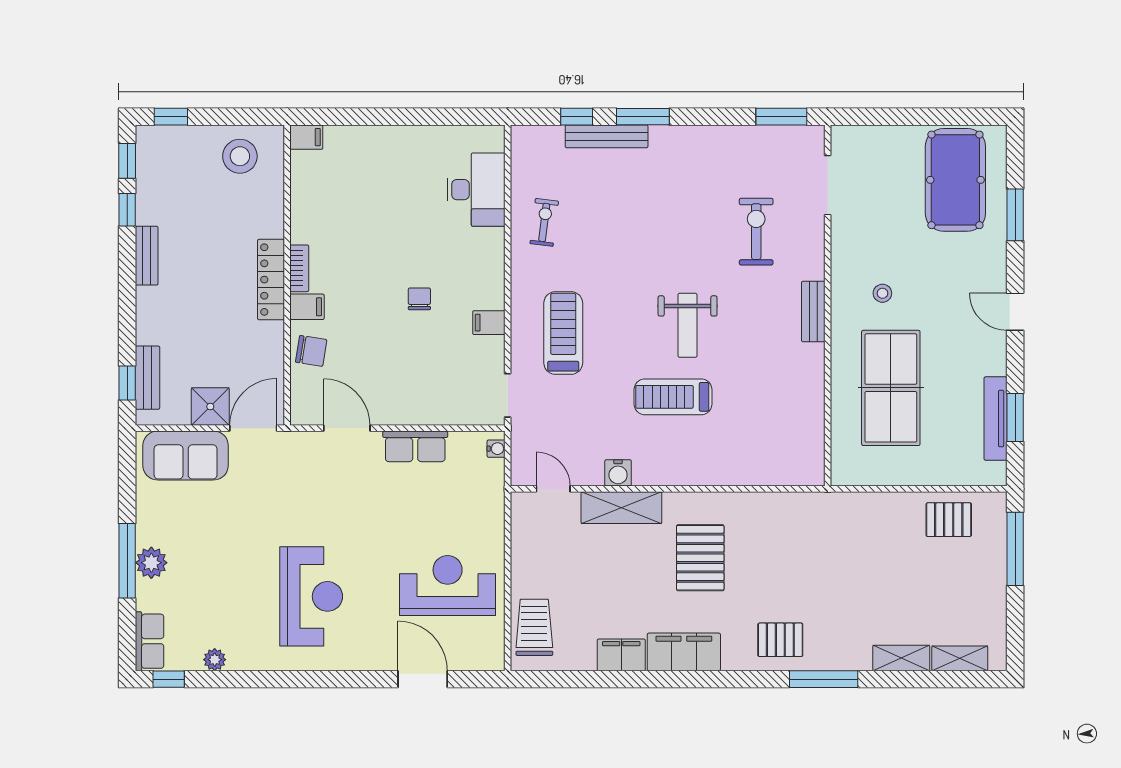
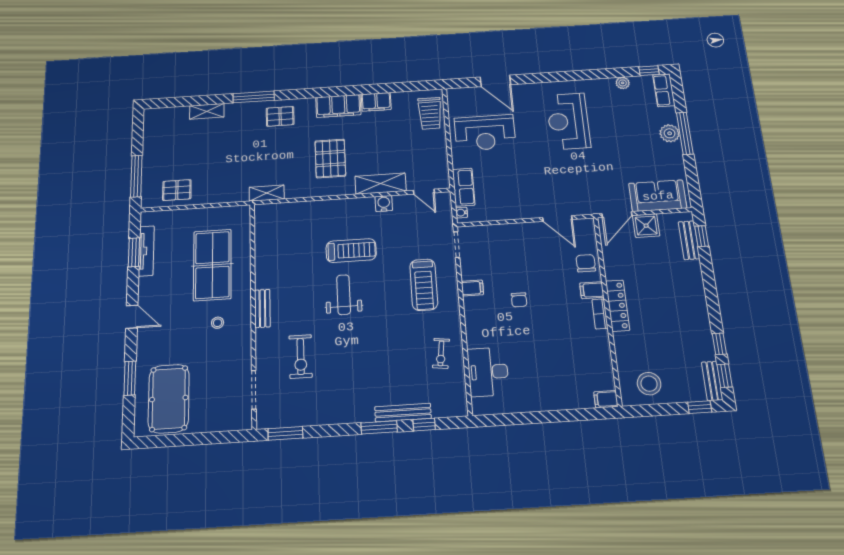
bench: (147, 256) -> (712, 381), moved
chair: (311, 351) -> (586, 263), turned 81
row of seats: (415, 446) -> (464, 187), moved, turned 90
shelving: (960, 658) -> (267, 193), moved

